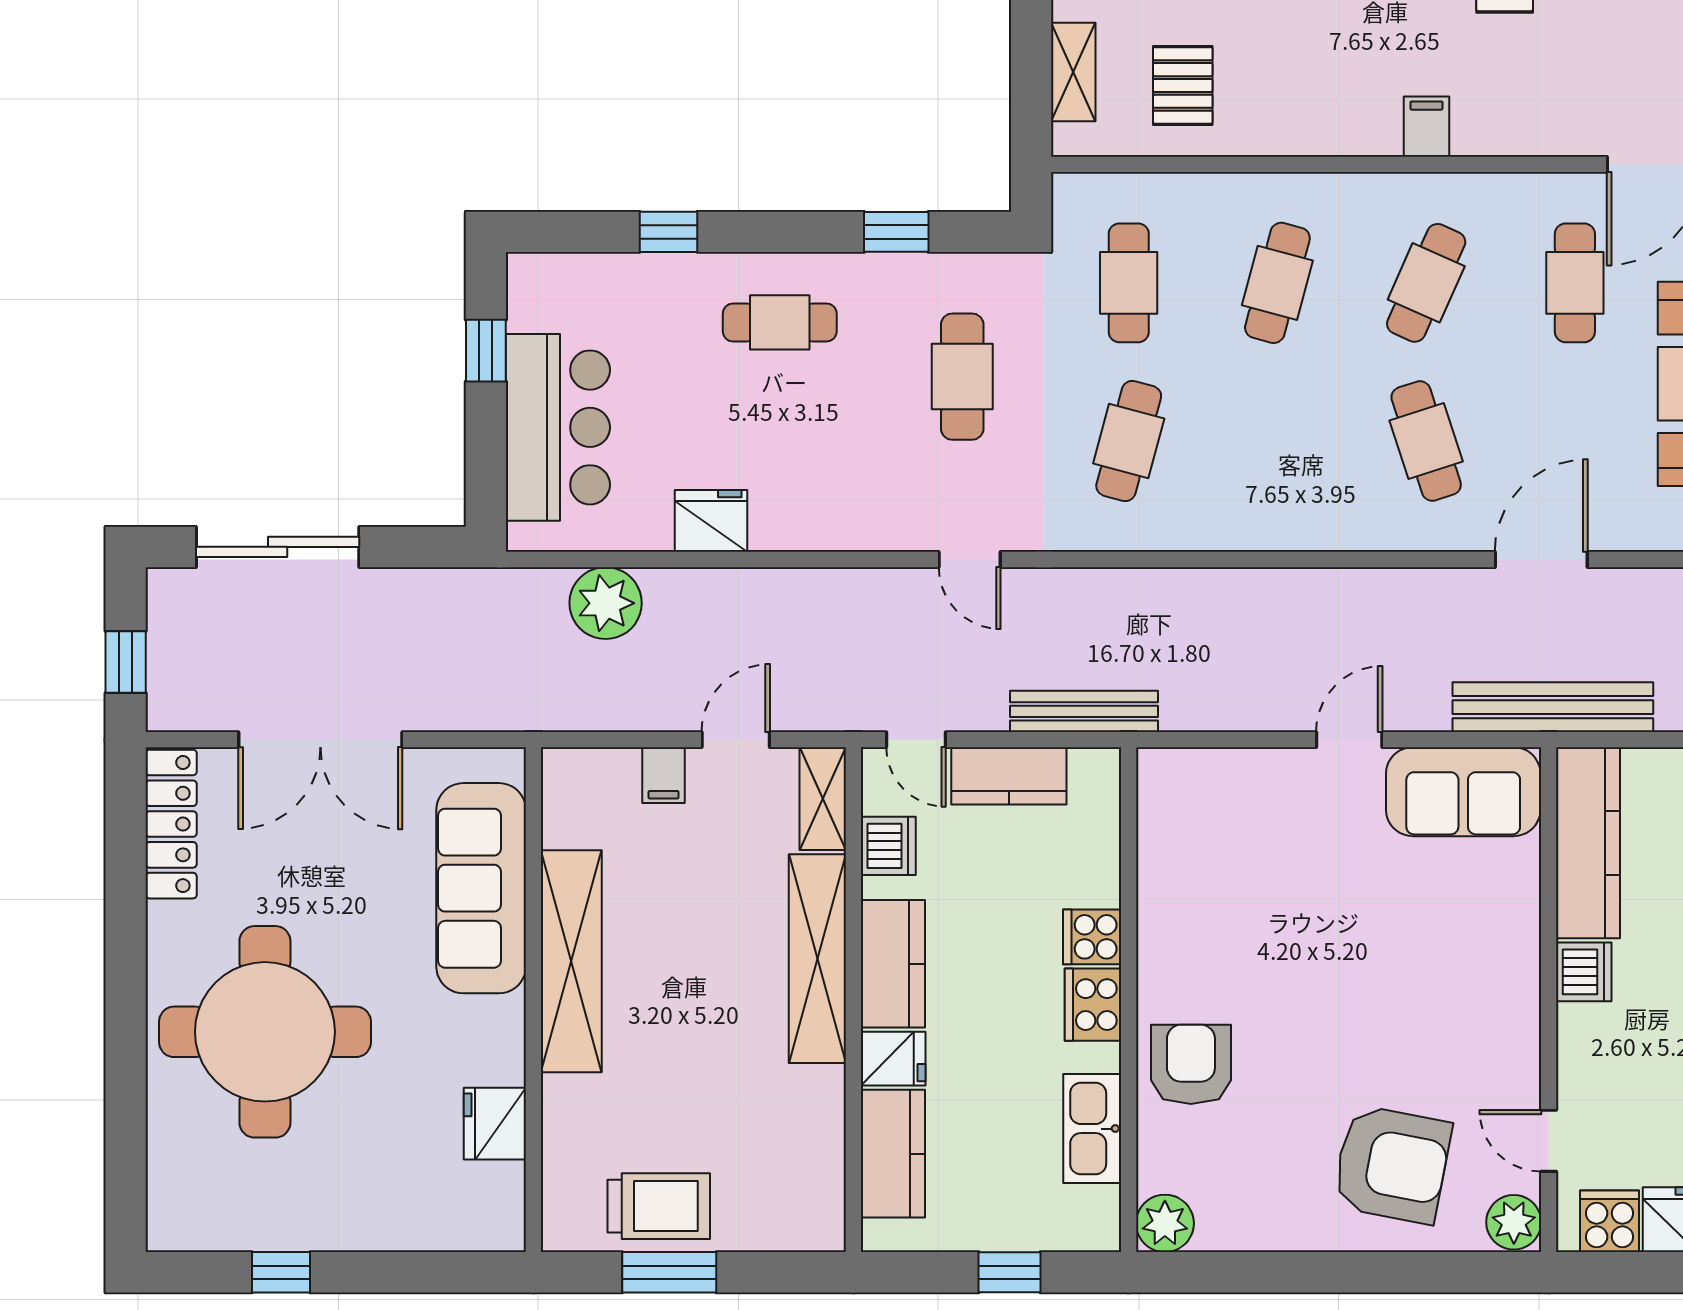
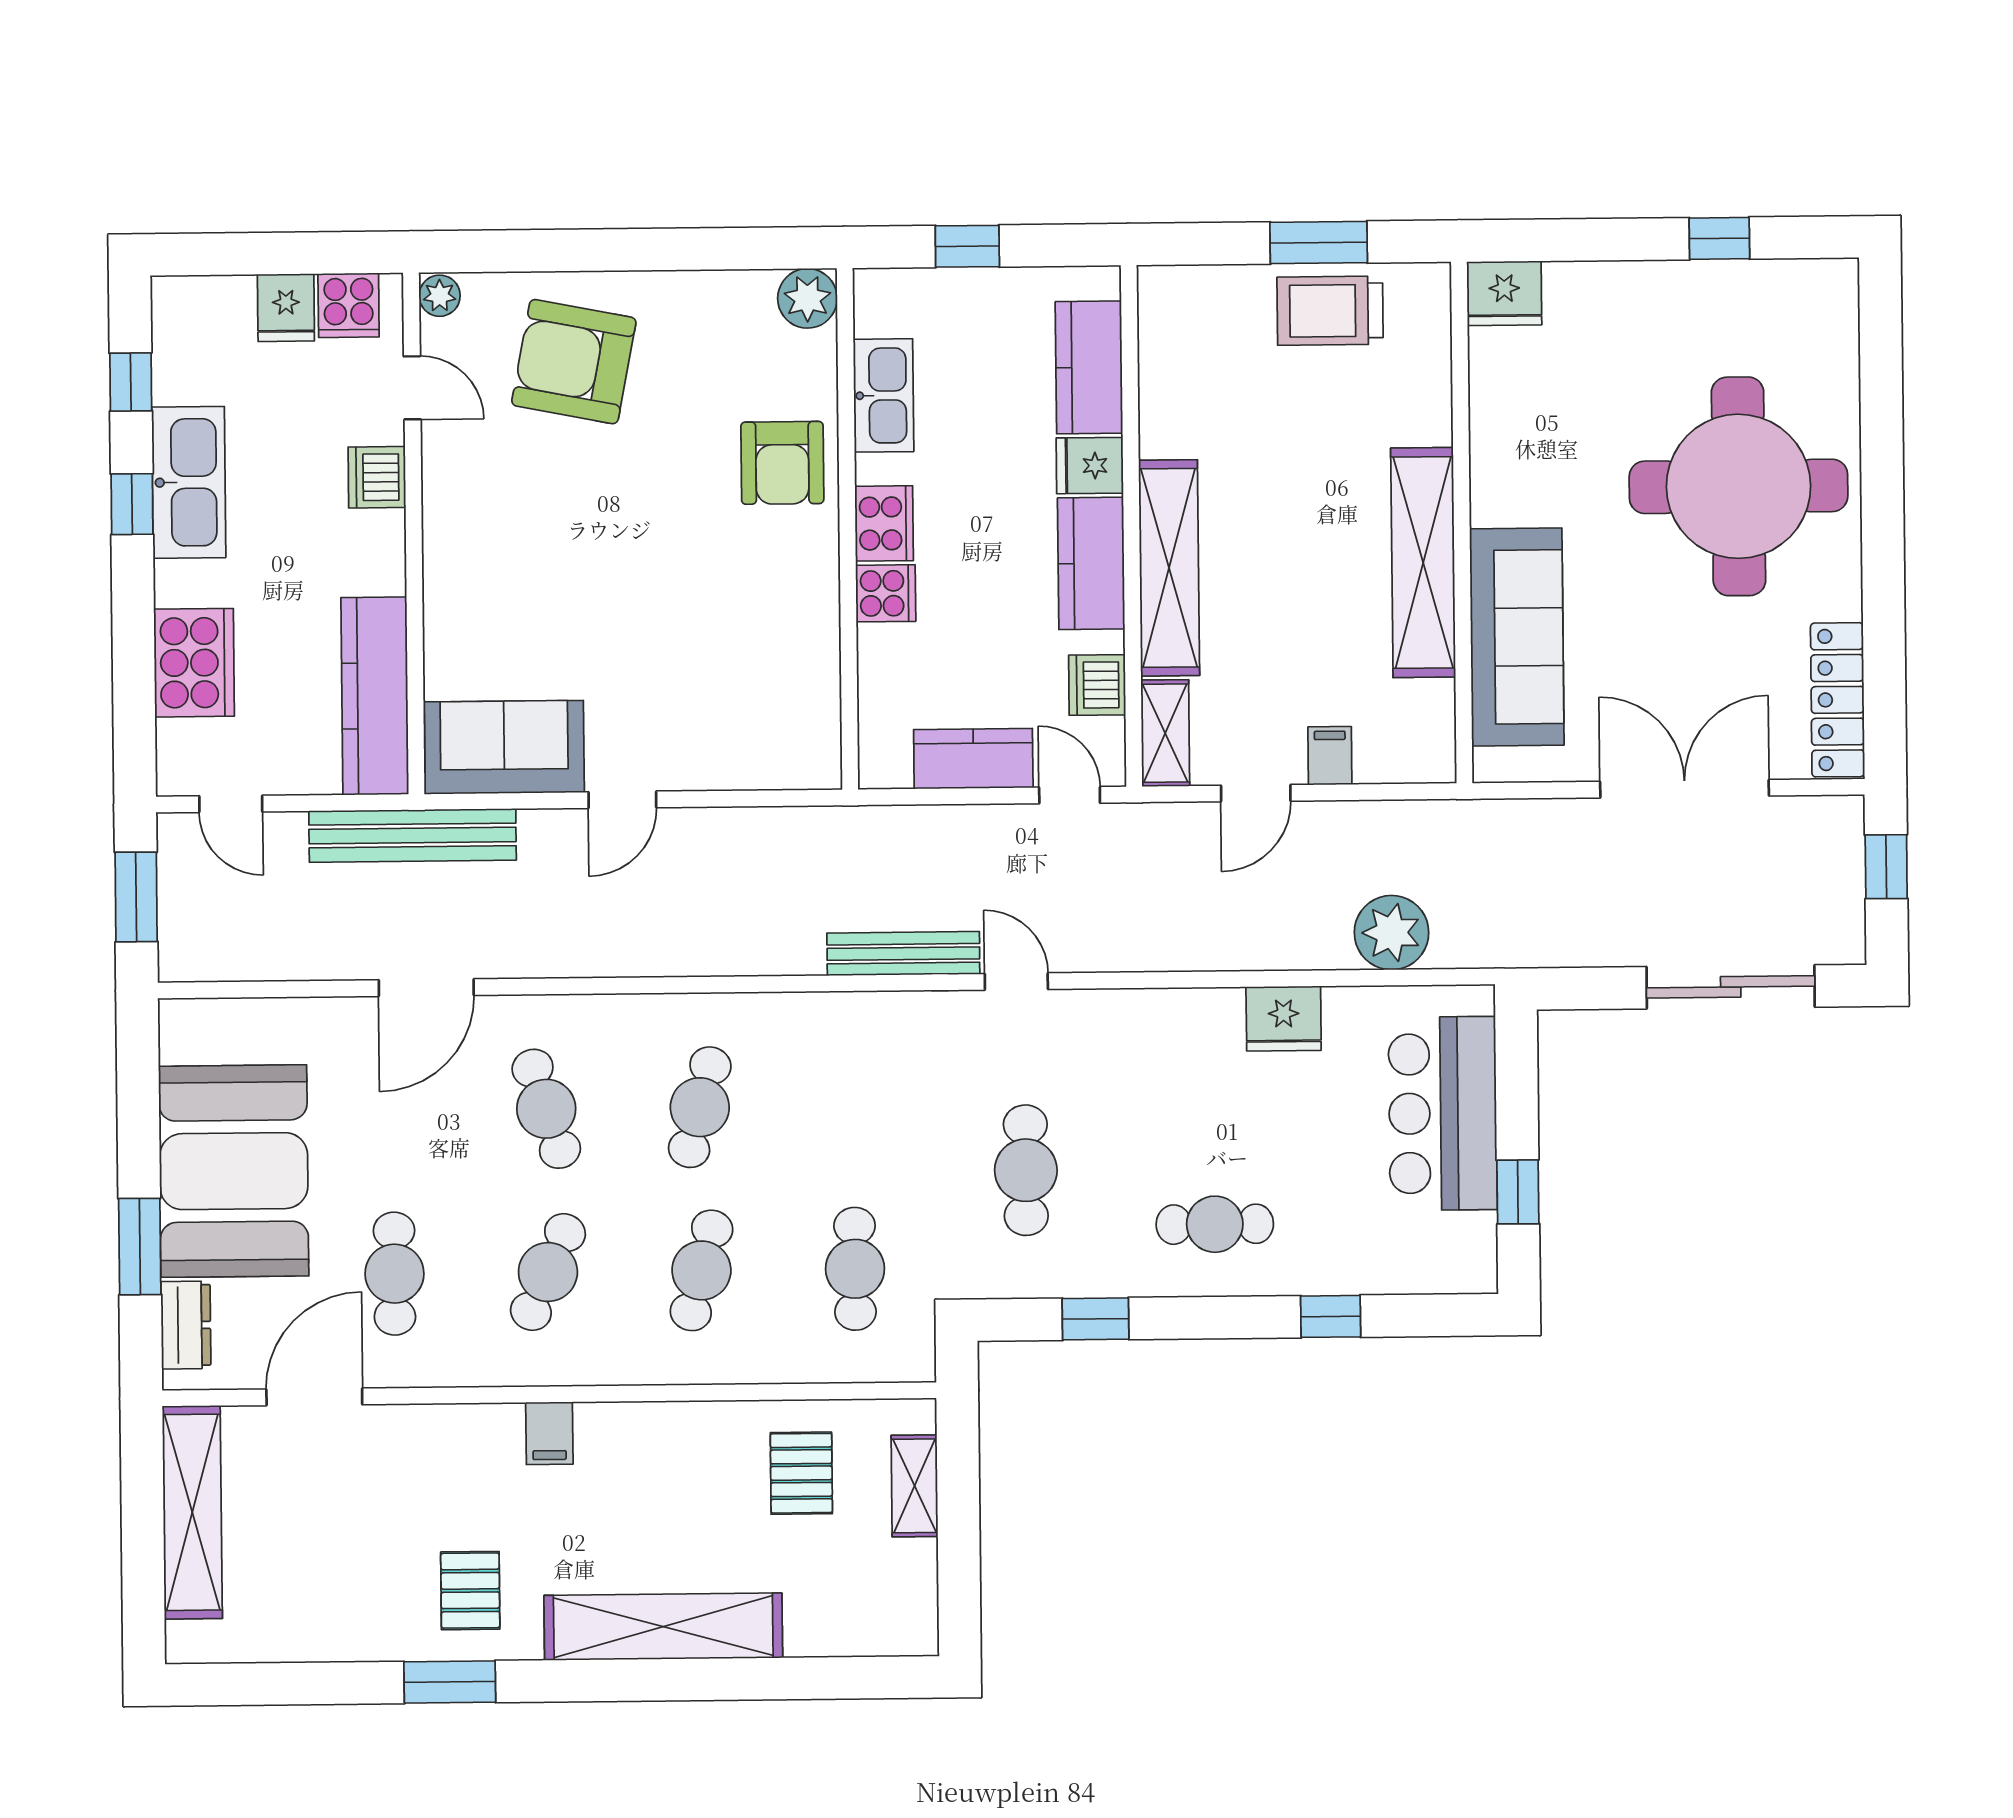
cafe table: (1129, 441) -> (700, 1107), moved
bench: (1084, 711) -> (903, 954), moved
dishwasher: (1584, 972) -> (377, 477), moved
fridge: (495, 1124) -> (1504, 293), moved, turned 90
plant: (1514, 1222) -> (440, 296), width x0.73, depth x0.73

